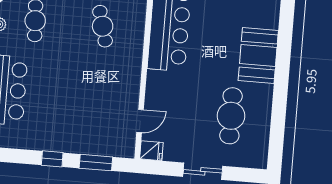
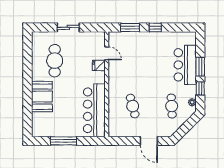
door: (140, 121) -> (107, 53), swing flipped
fridge: (151, 151) -> (99, 65), moved

